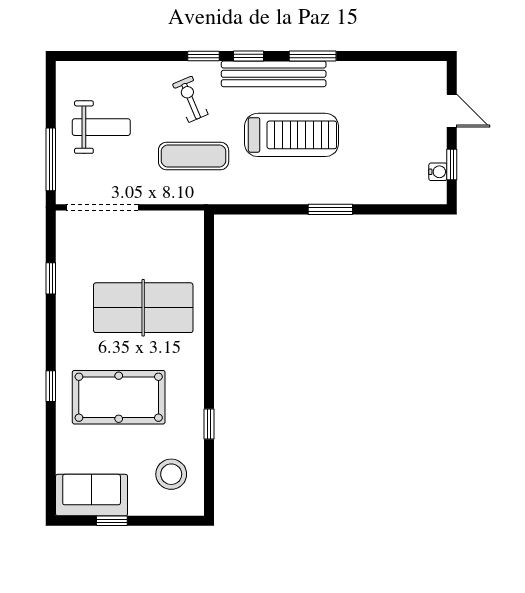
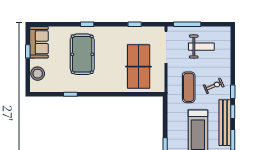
weight bench: (101, 127) -> (201, 47), turned -90
table tennis table: (143, 308) -> (139, 67), moved
stool: (171, 474) -> (38, 74), moved

